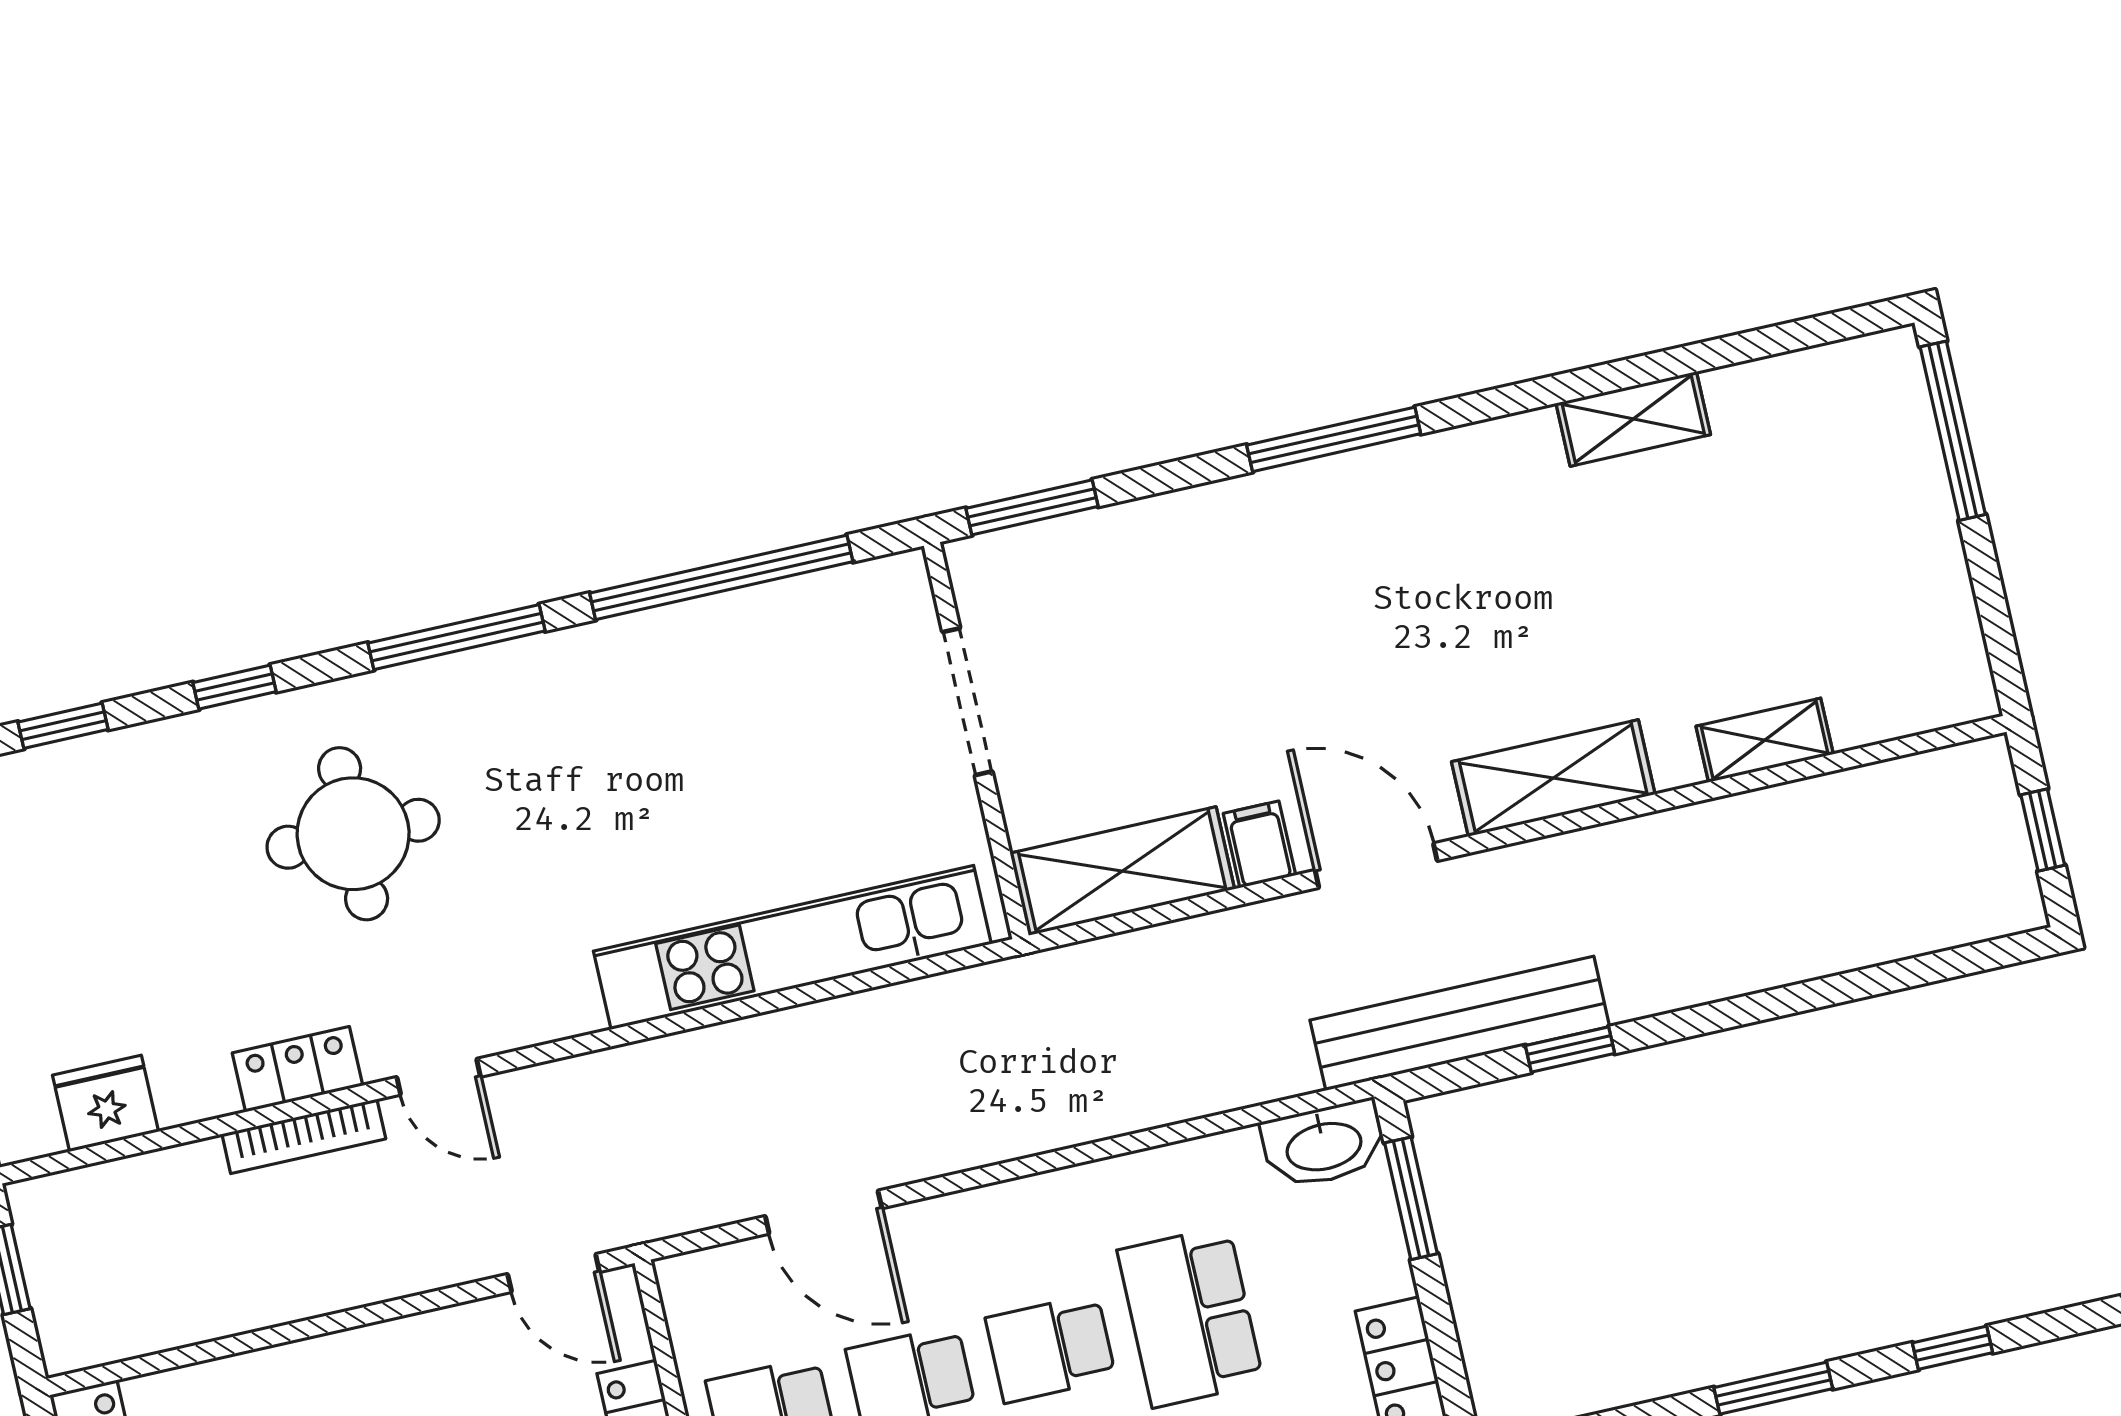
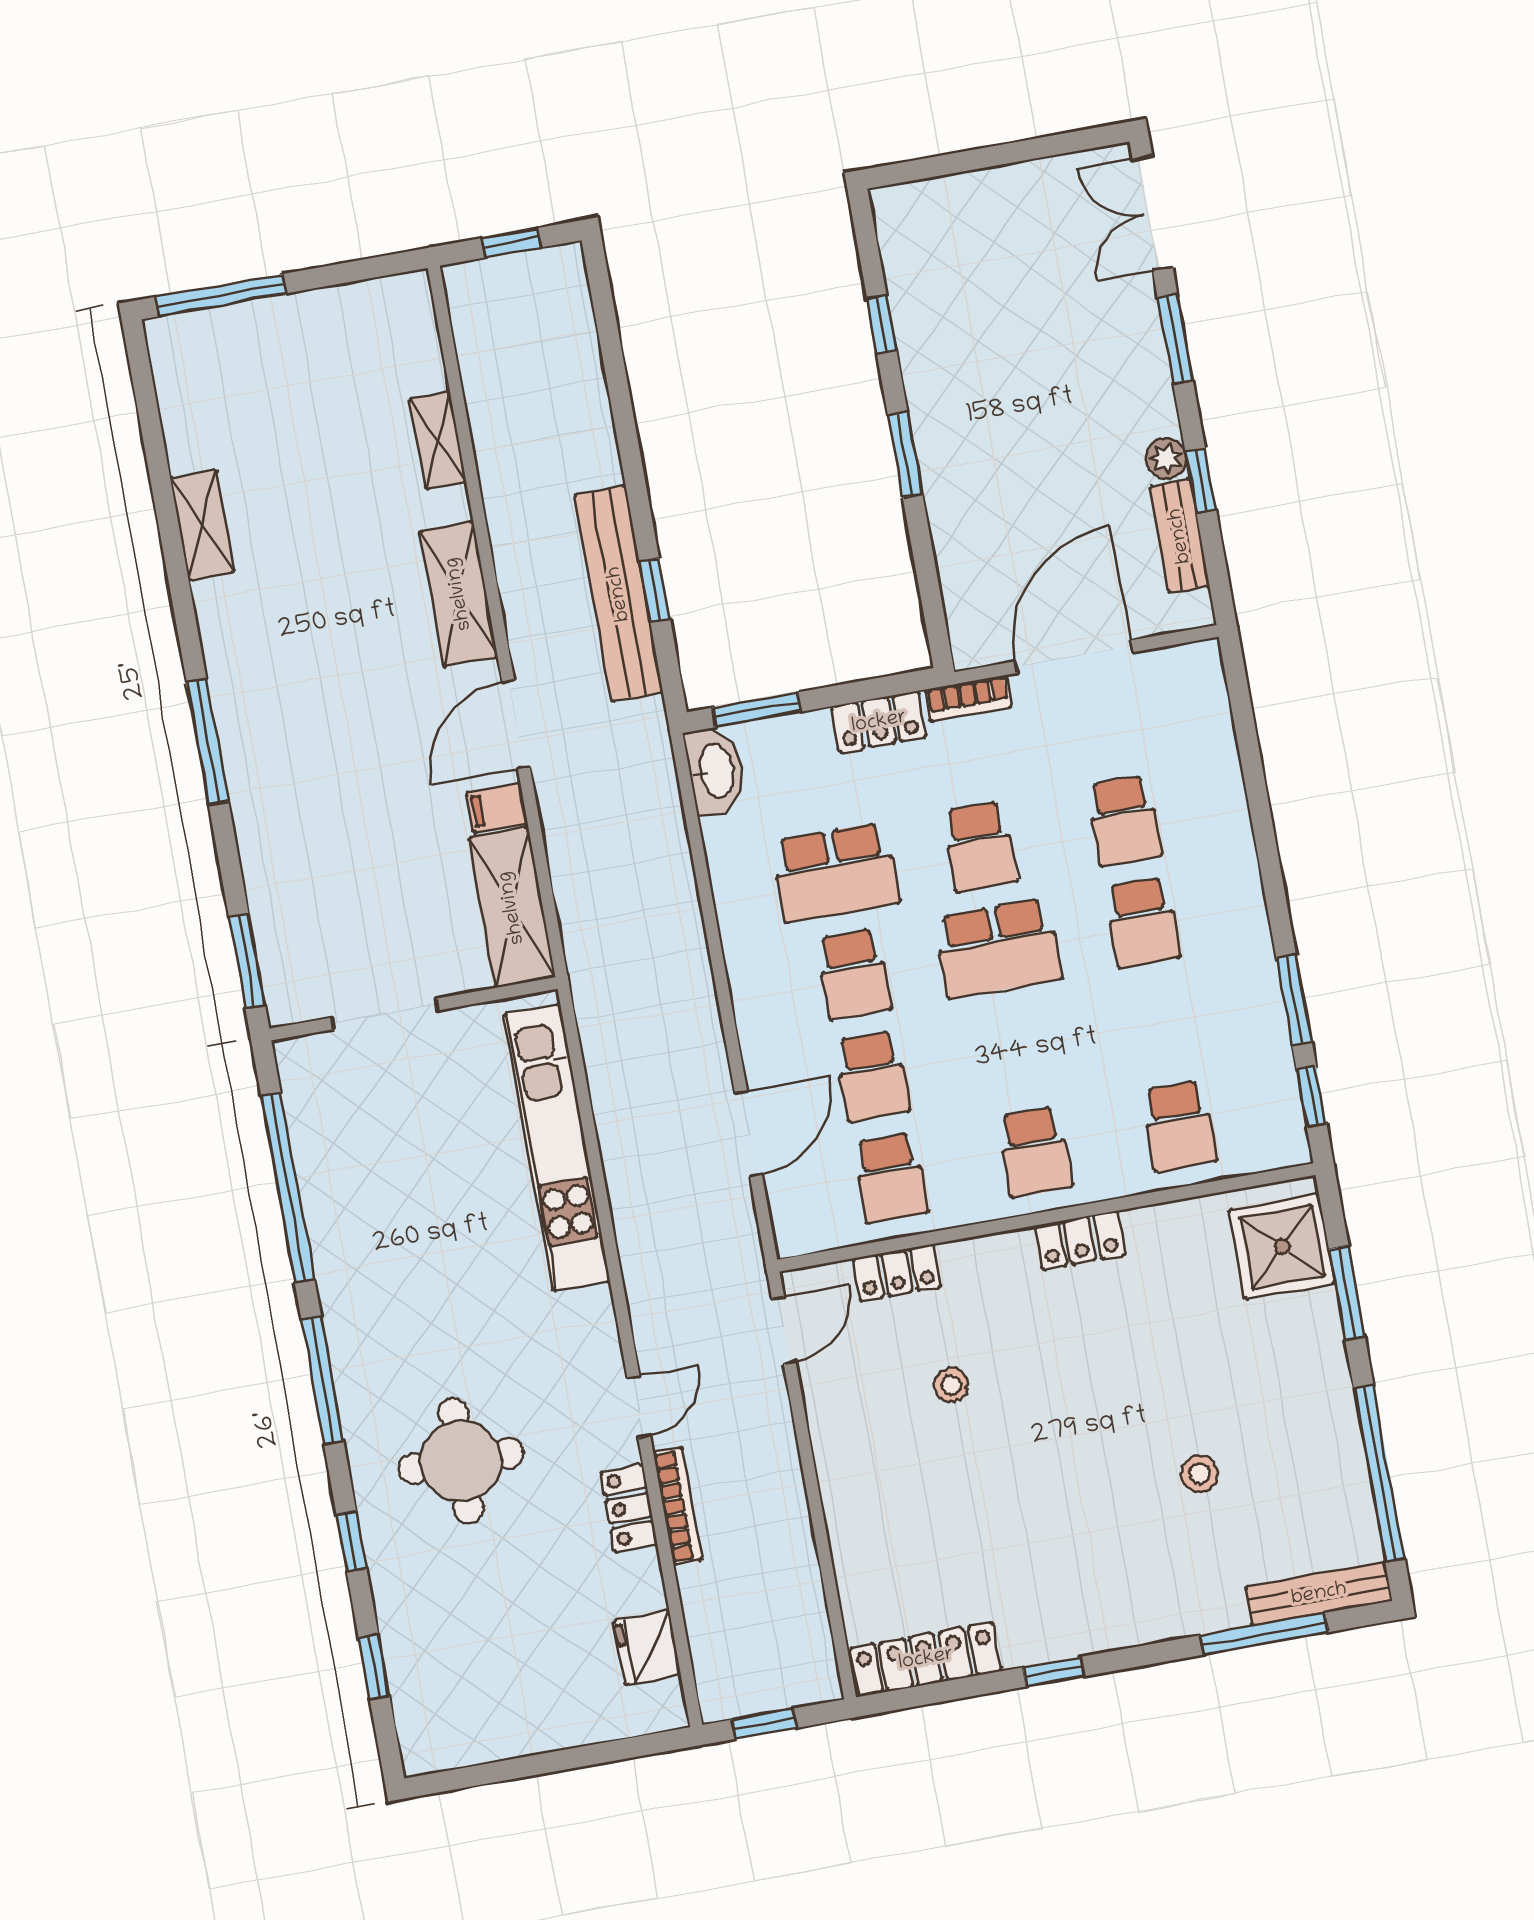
bench: (1460, 1023) -> (619, 594), moved

